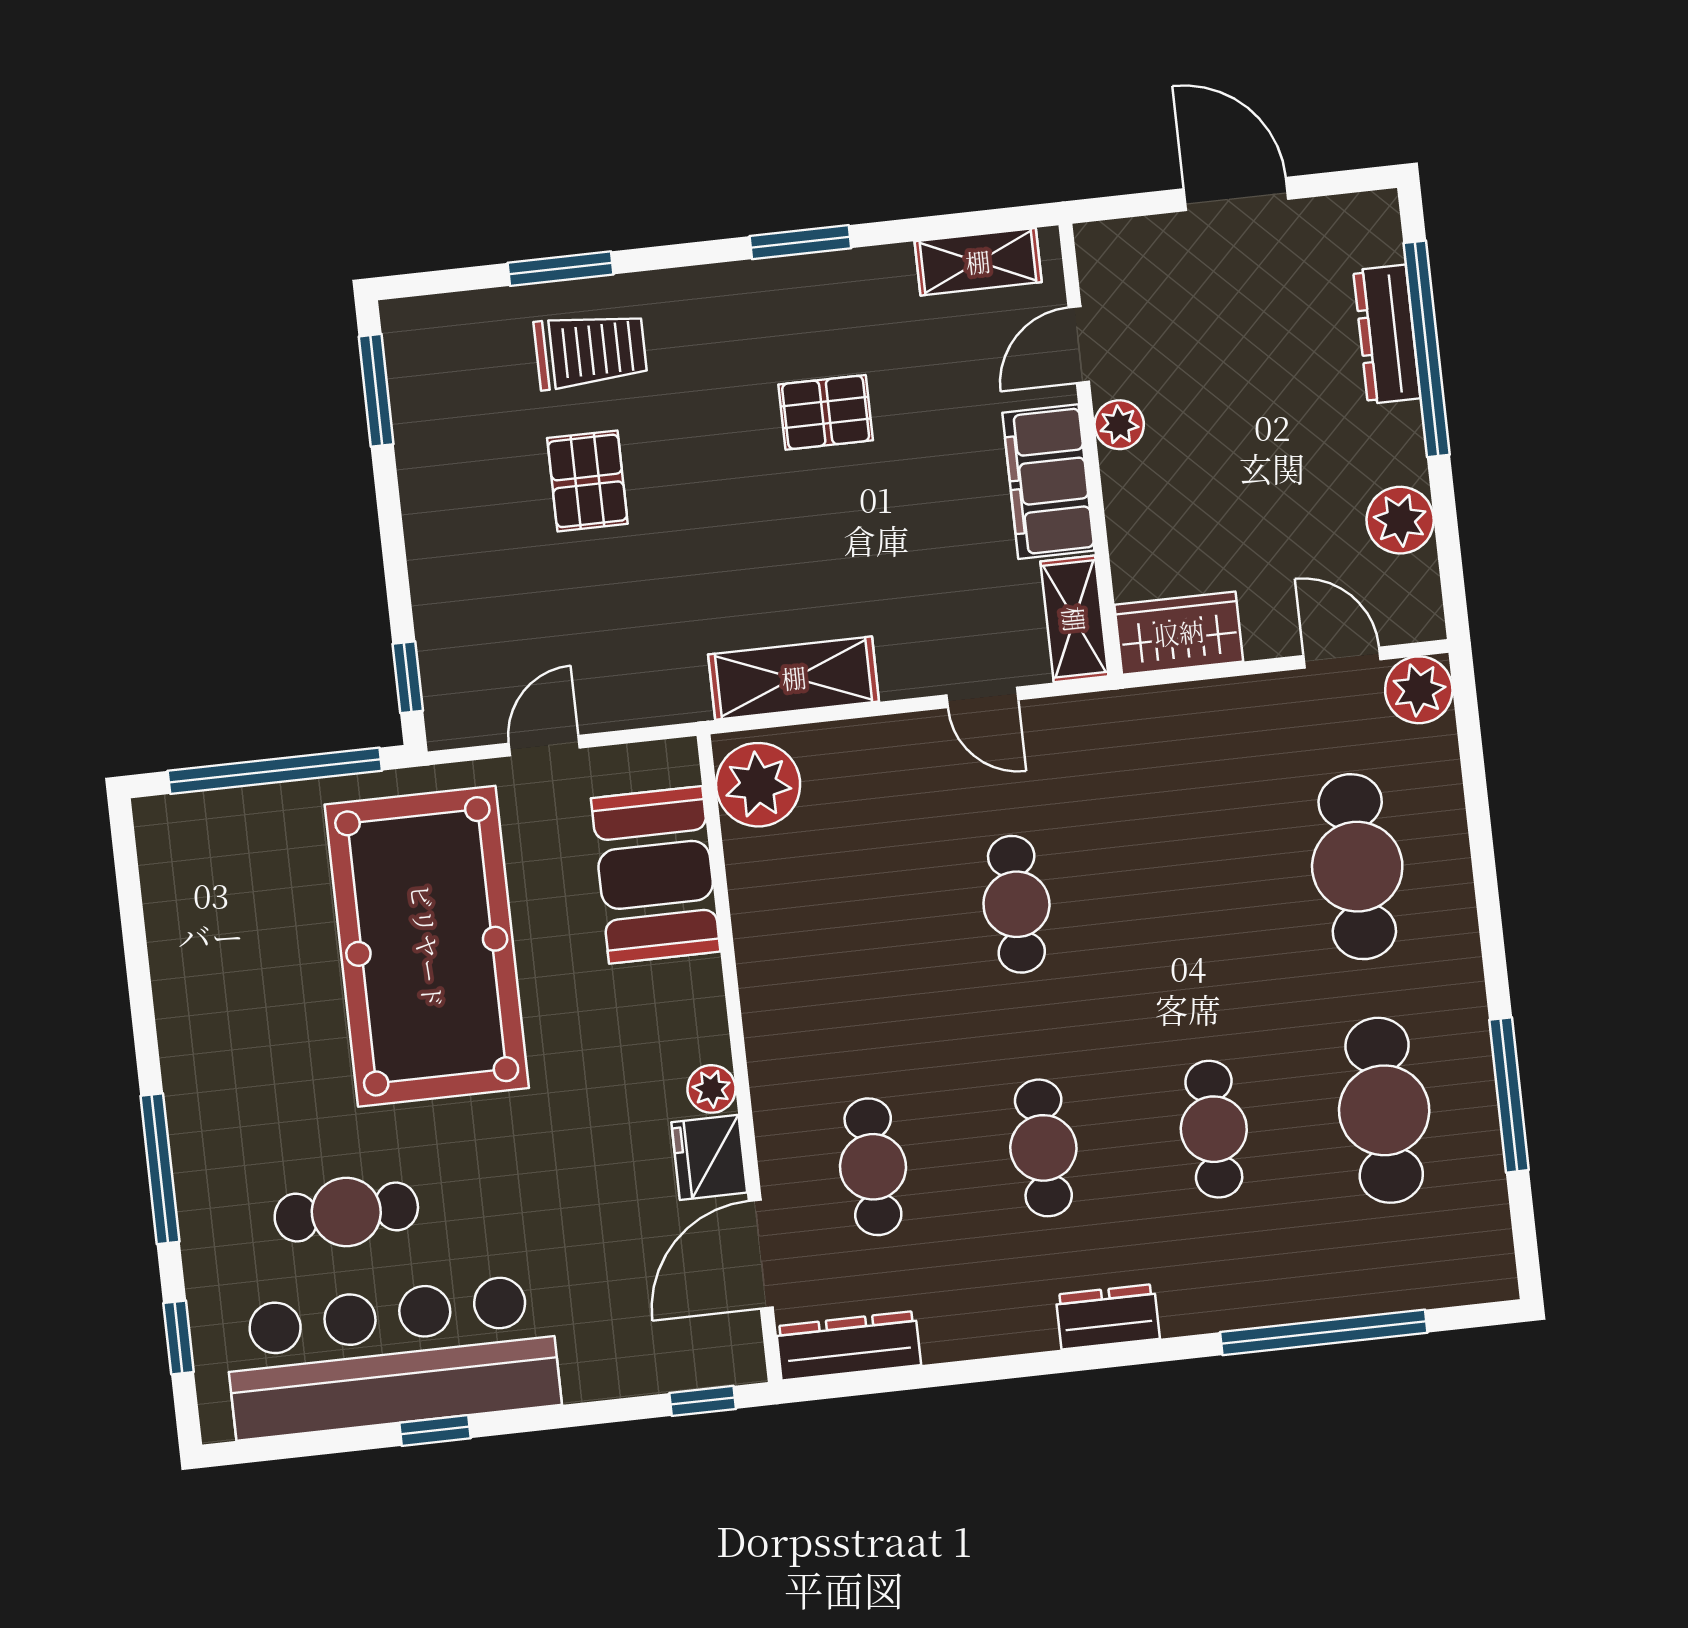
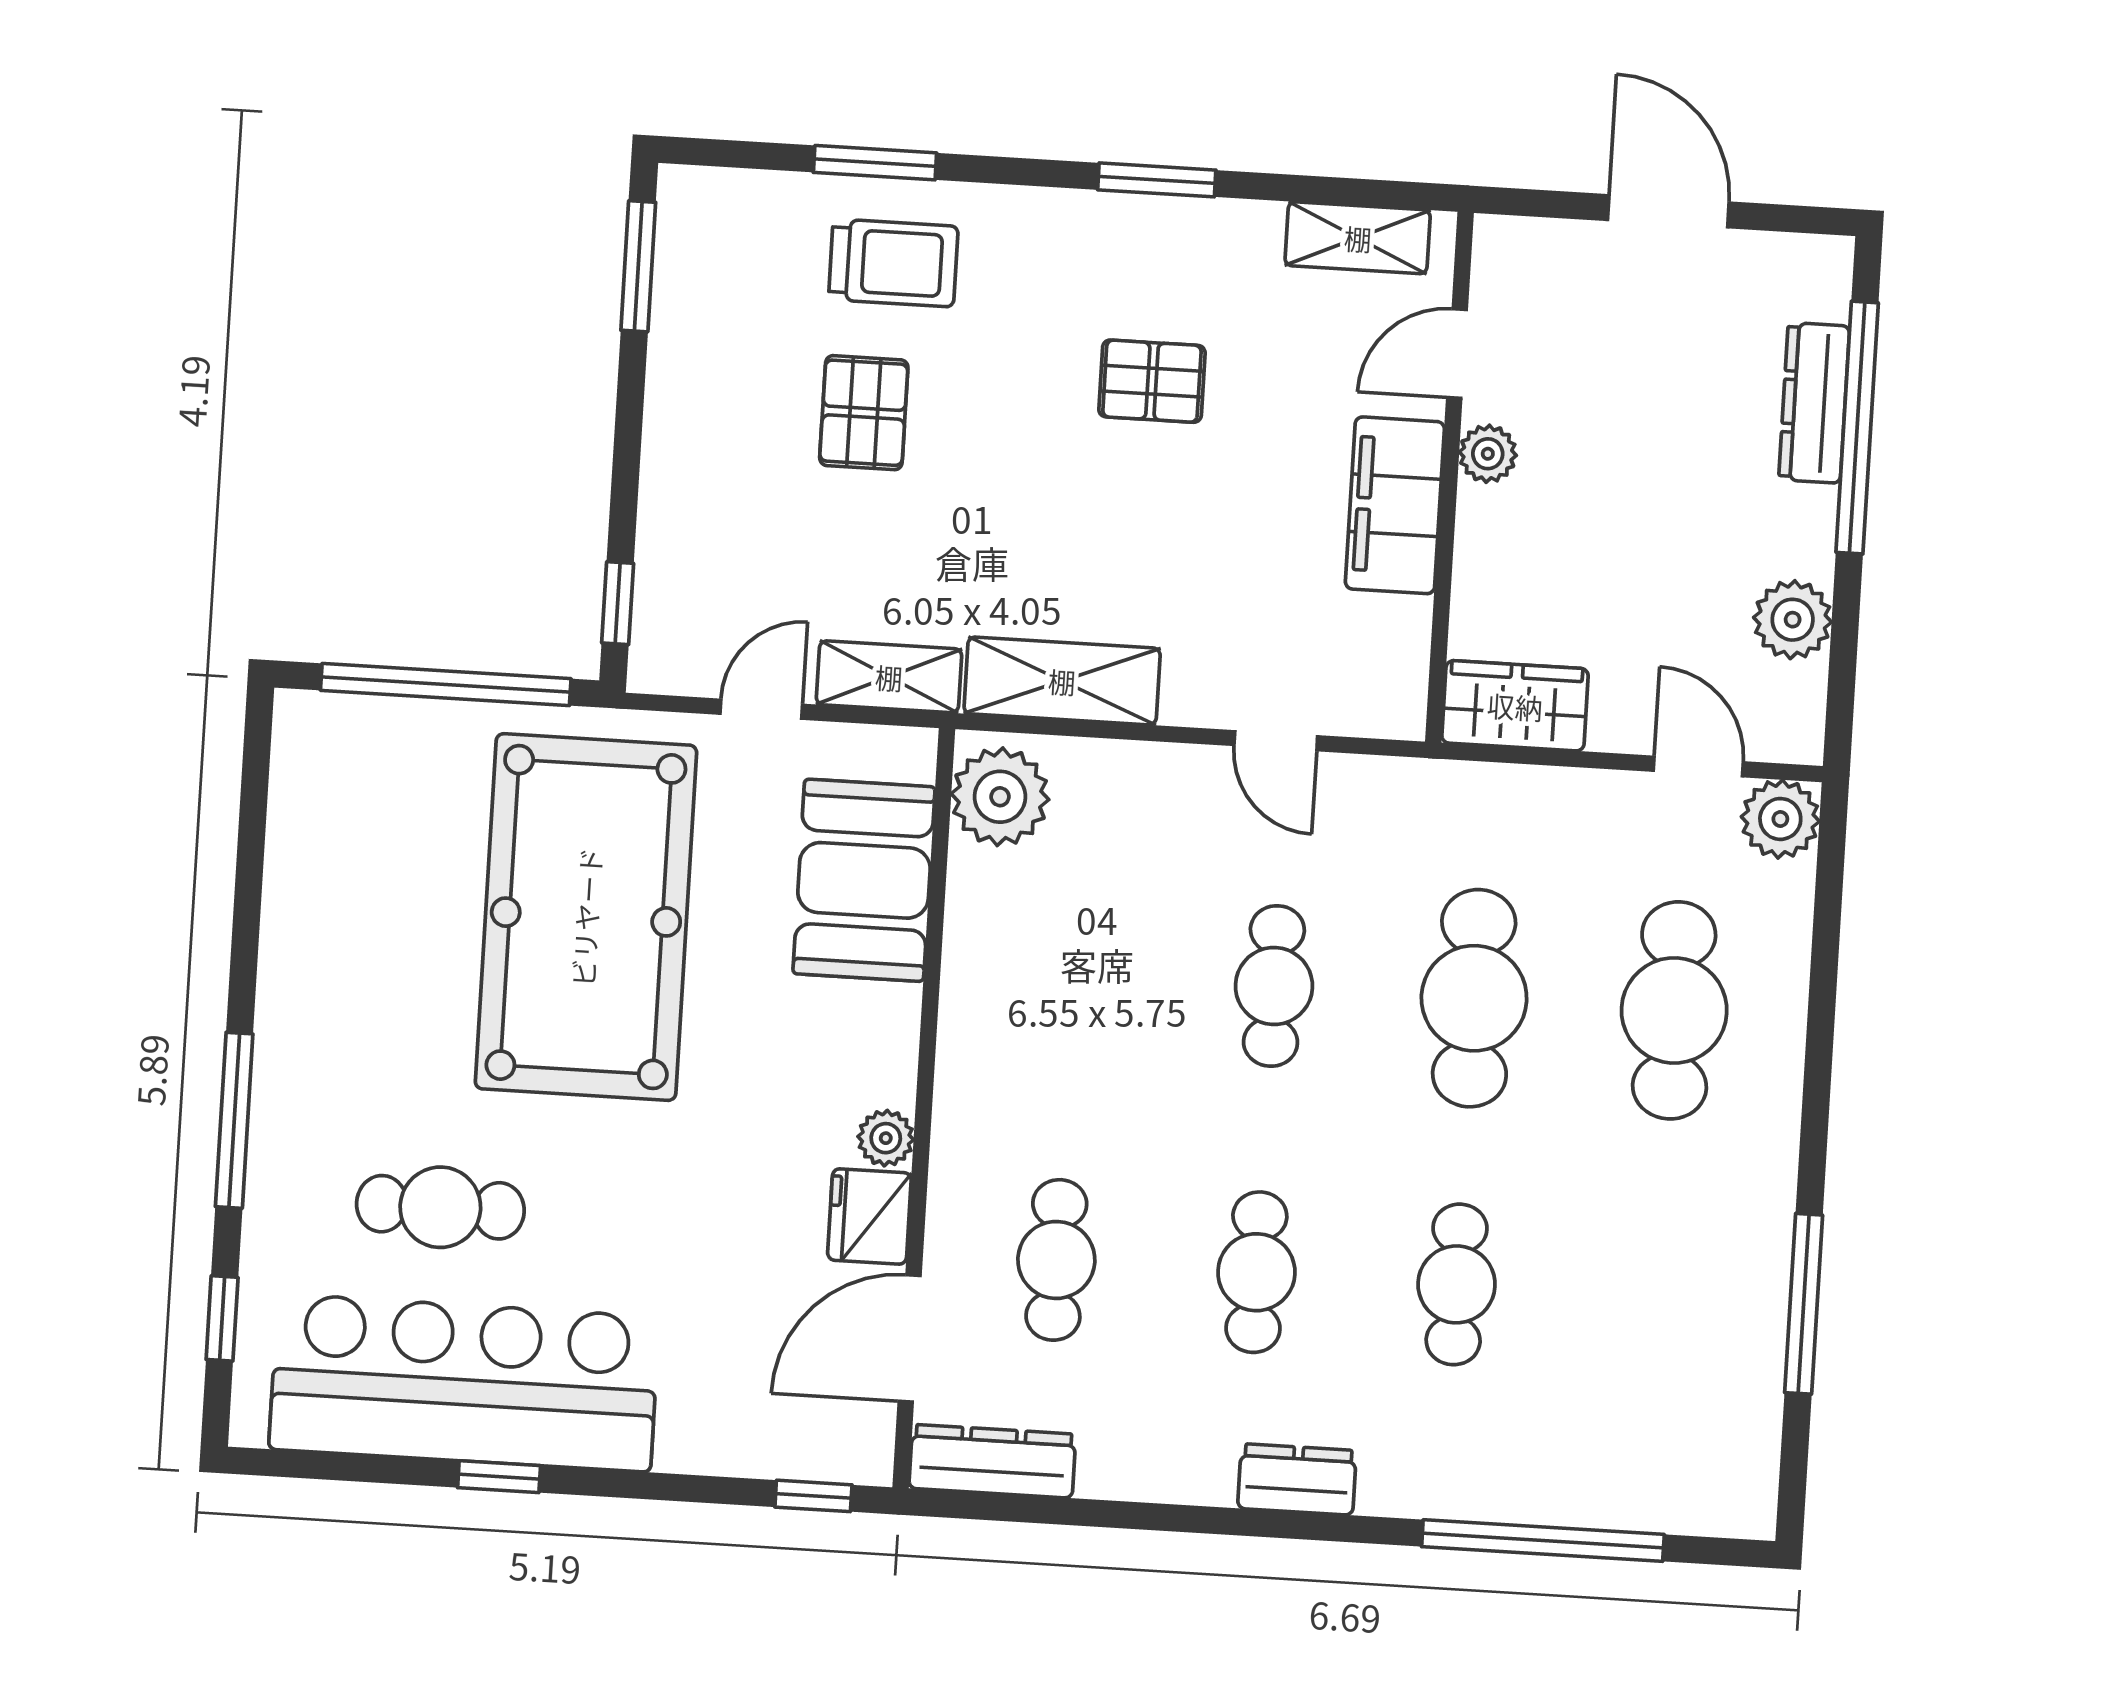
shelving: (1074, 619) -> (889, 677), moved, turned 90
cafe table: (1384, 1110) -> (1474, 998), moved

